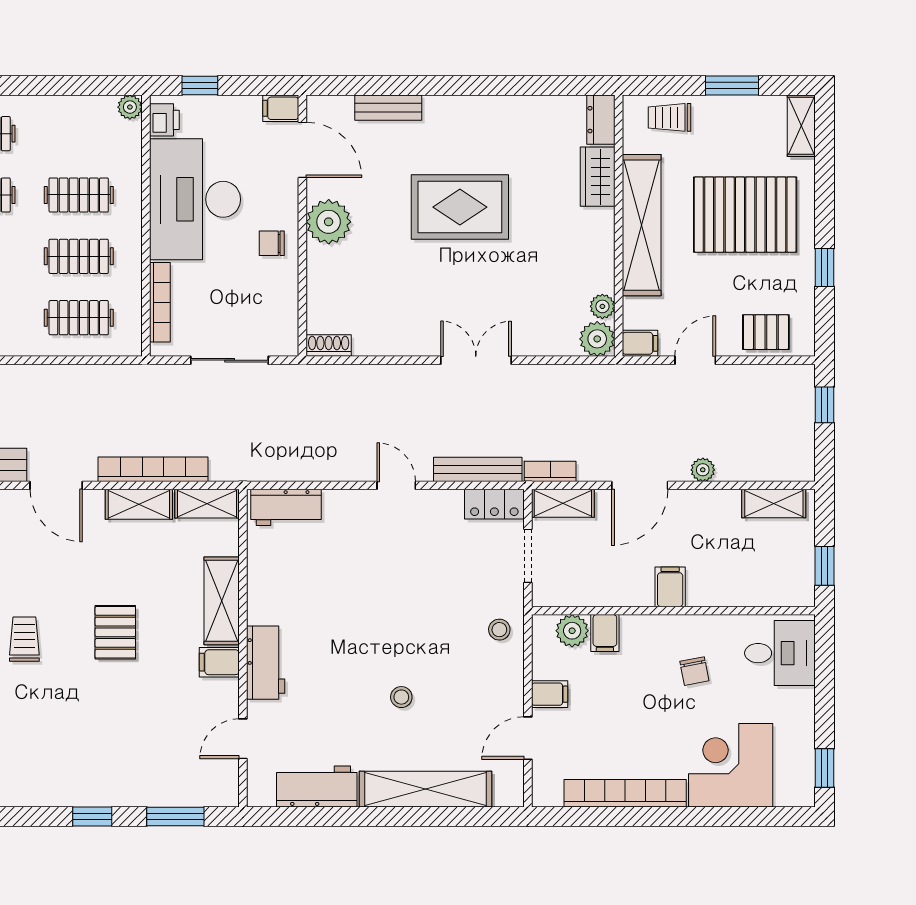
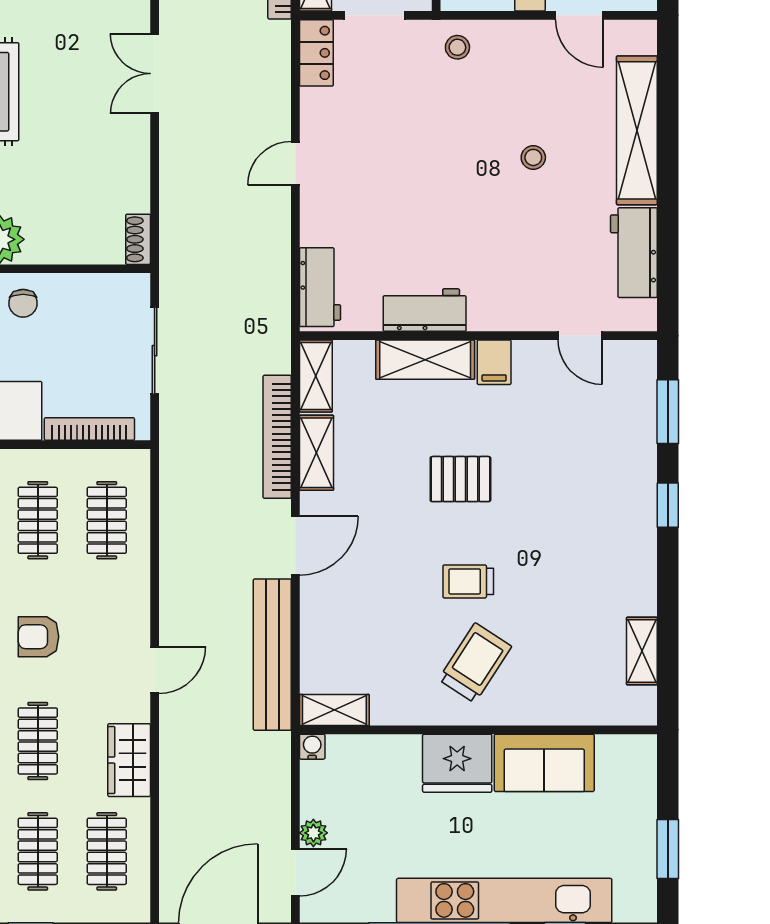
bench: (478, 469) -> (277, 71), removed
workbench: (266, 663) -> (425, 310), moved

